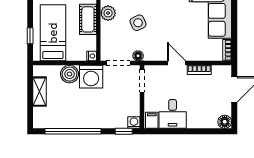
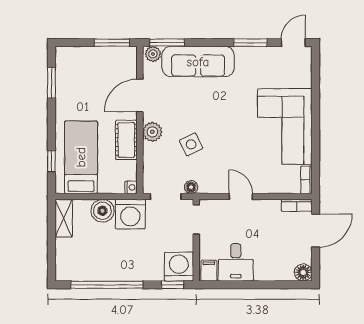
bookcase: (199, 70) -> (297, 205), moved
shelving: (40, 92) -> (64, 218), moved
washing machine: (134, 123) -> (179, 267), width x1.89, depth x1.89

